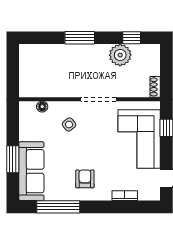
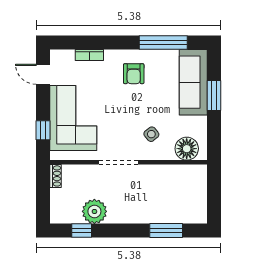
window: (80, 38) -> (166, 231), moved
floor lamp: (42, 107) -> (187, 149), width x1.89, depth x1.89

